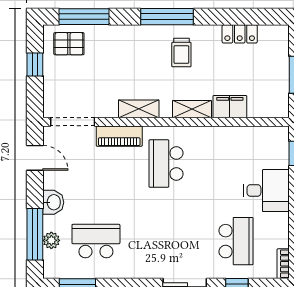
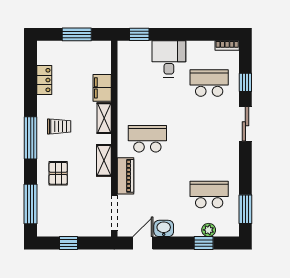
pallet: (69, 44) -> (58, 173), moved
school desk: (166, 163) -> (147, 139), turned 180
washbasin: (53, 202) -> (164, 228), moved
window: (35, 234) -> (204, 243), width x0.46
school desk: (96, 241) -> (209, 194), turned 90

